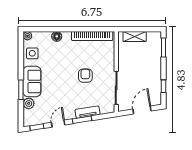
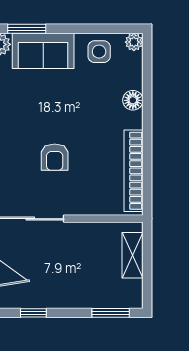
armchair: (85, 76) -> (55, 157), turned 90

